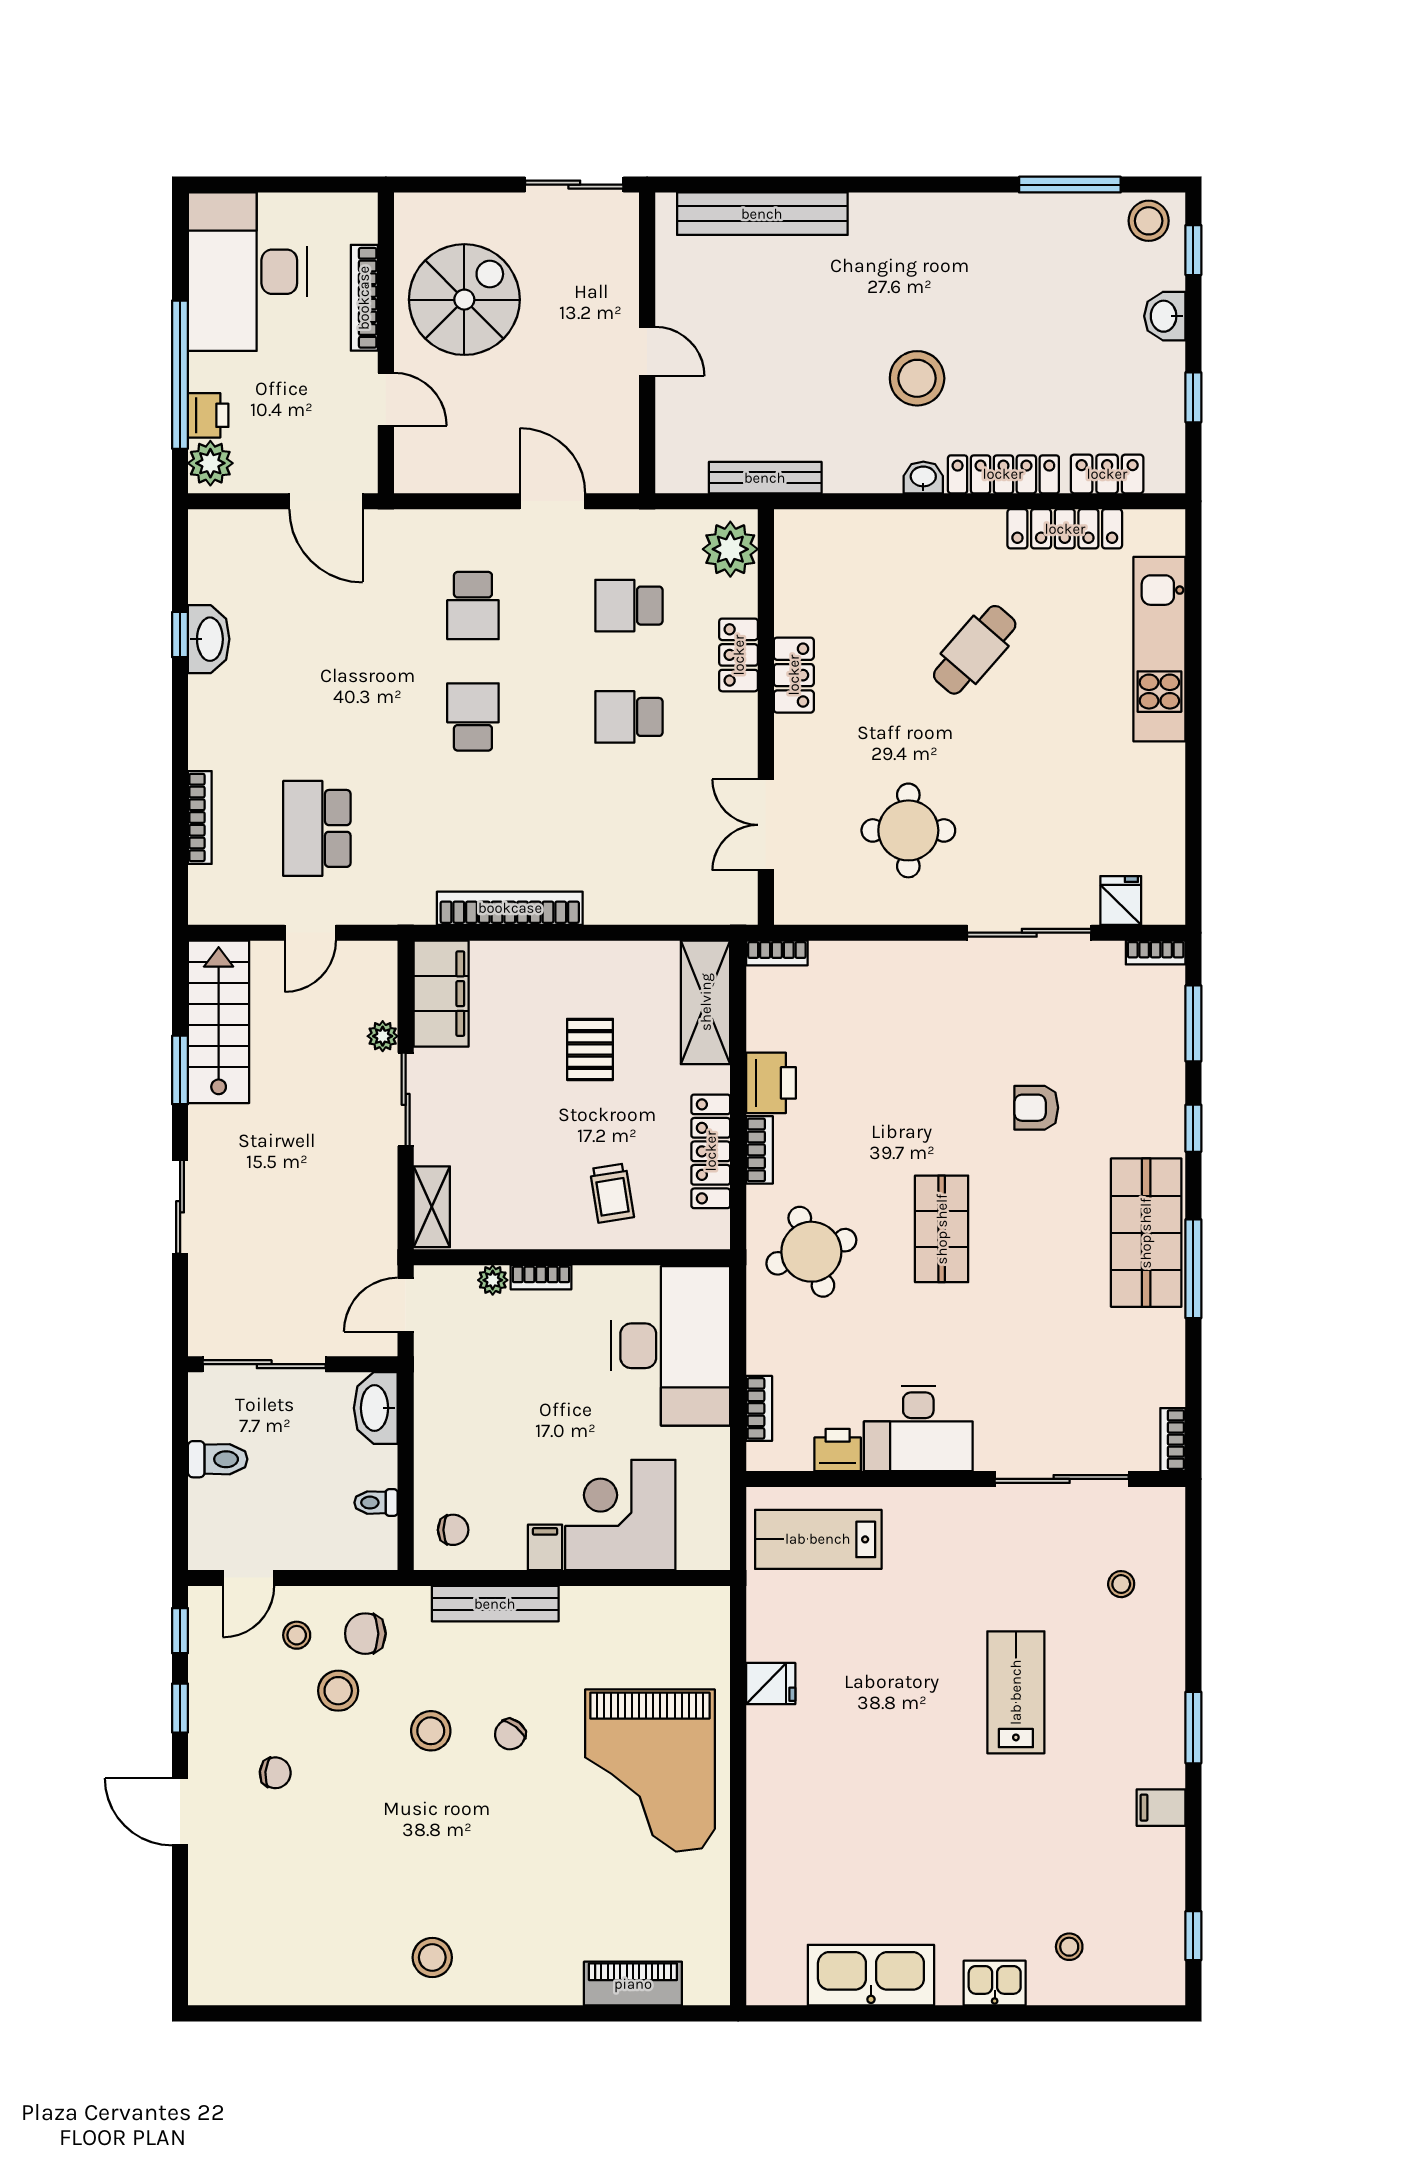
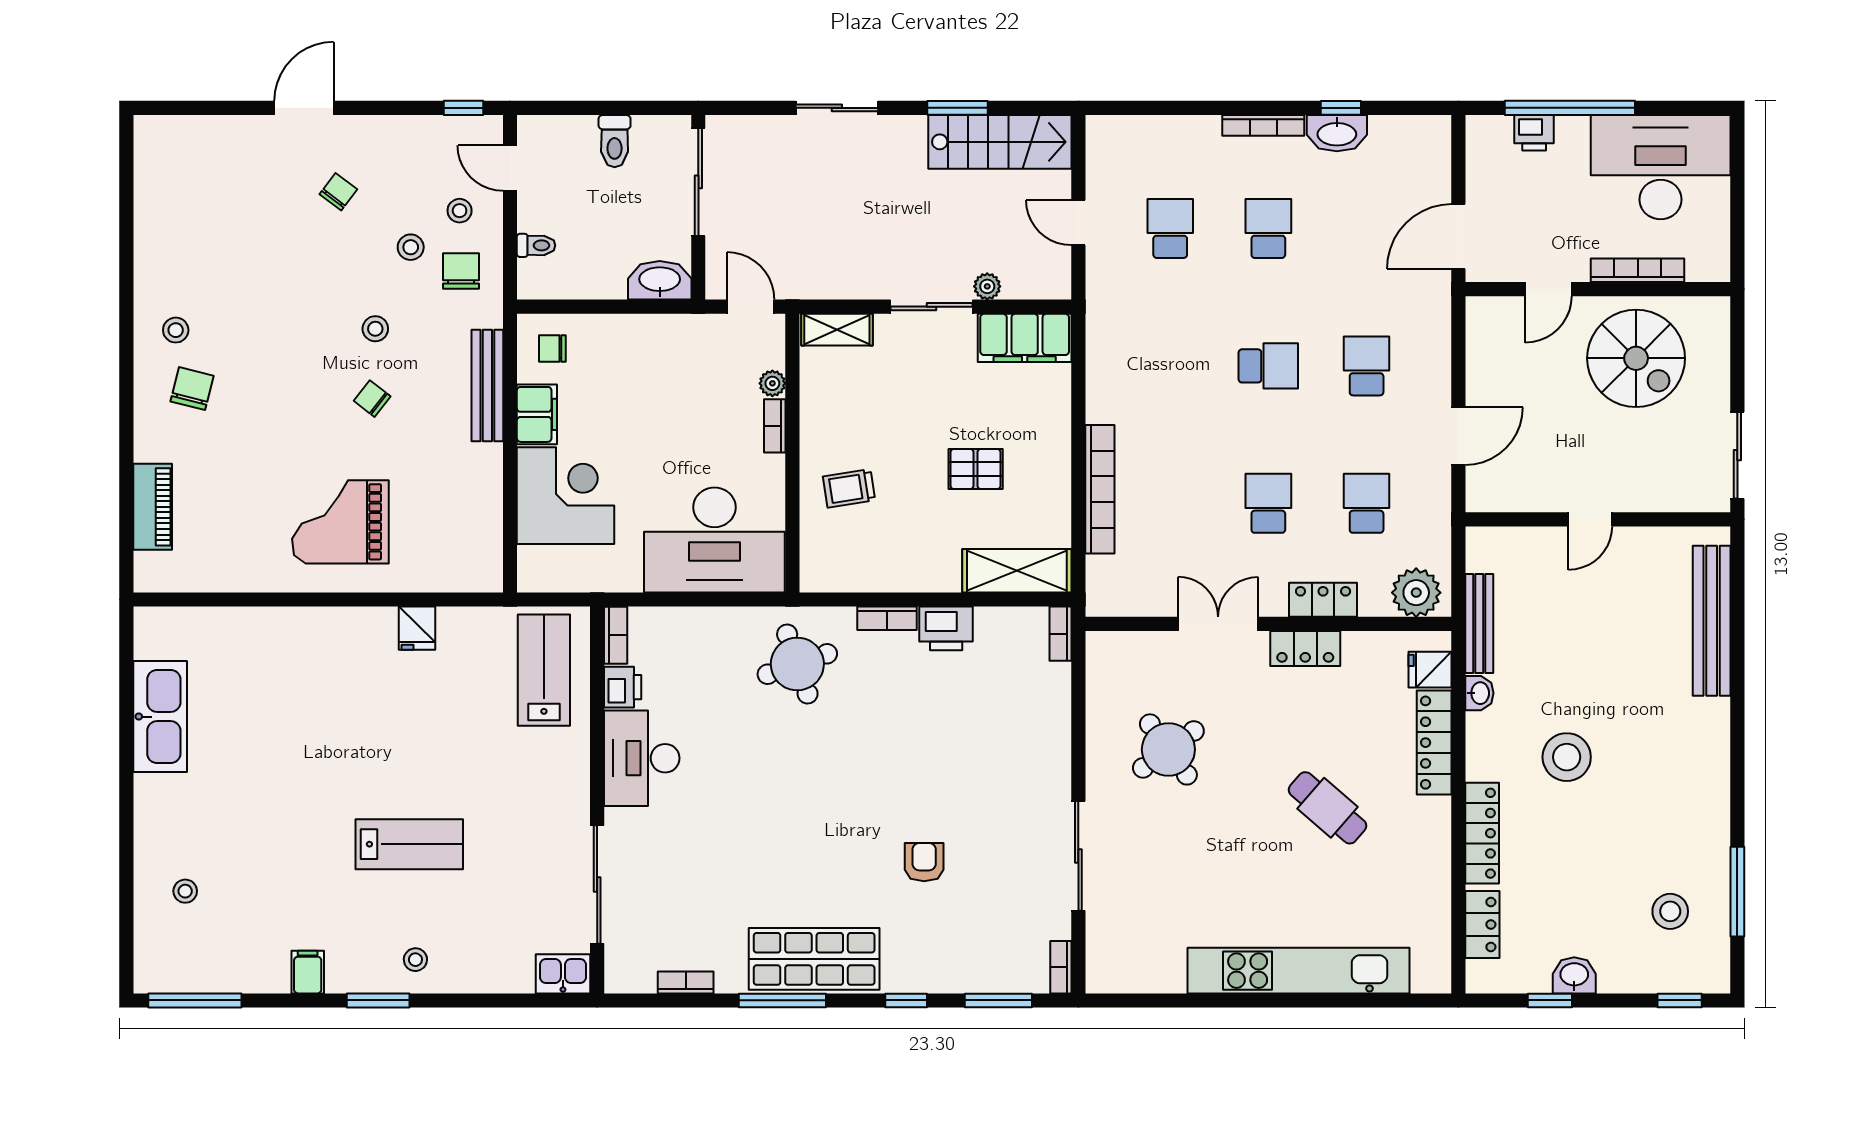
stool: (1149, 221) -> (1670, 911), moved
washbasin: (1165, 316) -> (1574, 975), moved
plant: (210, 463) -> (1492, 135), removed
washbasin: (923, 477) -> (1479, 693), moved
locker: (1065, 529) -> (1434, 743), moved
school desk: (473, 606) -> (1367, 366), turned 90
kitchen unit: (1159, 649) -> (1299, 971), width x1.36
school desk: (317, 717) -> (1268, 228), added
bookcase: (200, 817) -> (1263, 125), moved
double door: (766, 825) -> (1218, 624), moved
school desk: (317, 828) -> (1170, 228), width x0.54
round table: (908, 830) -> (1168, 749), turned -36
fridge: (1121, 900) -> (1430, 670), moved, turned 180
bookcase: (510, 908) -> (1100, 489), moved
locker: (711, 1151) -> (886, 575), removed
shop shelf: (942, 1229) -> (817, 779), removed
bookcase: (759, 1408) -> (616, 635), moved, turned -90
bookcase: (1173, 1440) -> (686, 982), moved
toilet: (376, 1503) -> (536, 245), moved, turned 90
chair: (453, 1530) -> (552, 348), turned 90
filing cabinet: (545, 1547) -> (537, 414), width x2.00
stool: (1121, 1584) -> (415, 960), moved
stool: (338, 1691) -> (411, 247), width x0.73, depth x0.73
window: (180, 1708) -> (395, 108), removed
stool: (431, 1731) -> (375, 329), width x0.73, depth x0.73
grand piano: (650, 1770) -> (340, 522), width x0.73, depth x0.68
chair: (275, 1773) -> (338, 192), turned -148
window: (1193, 1936) -> (195, 1000), width x2.17
chair: (499, 1939) -> (192, 389), added
stool: (432, 1957) -> (176, 330), width x0.73, depth x0.73
kitchen sink: (995, 1983) -> (563, 974), moved, turned -90

